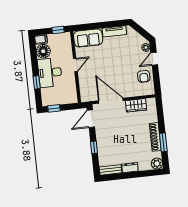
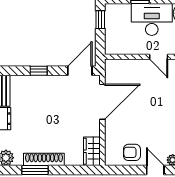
wardrobe: (136, 105) -> (92, 151), moved
door: (91, 119) -> (80, 71), hinge flipped

